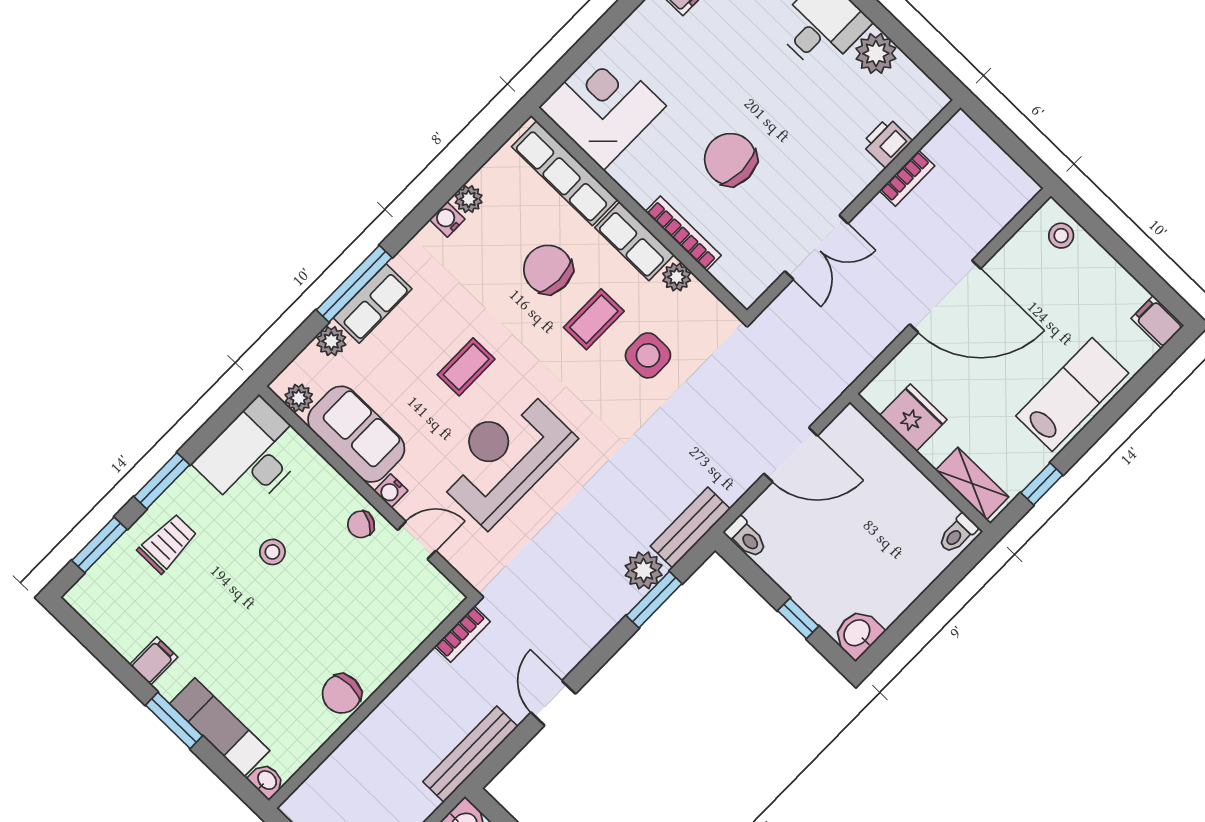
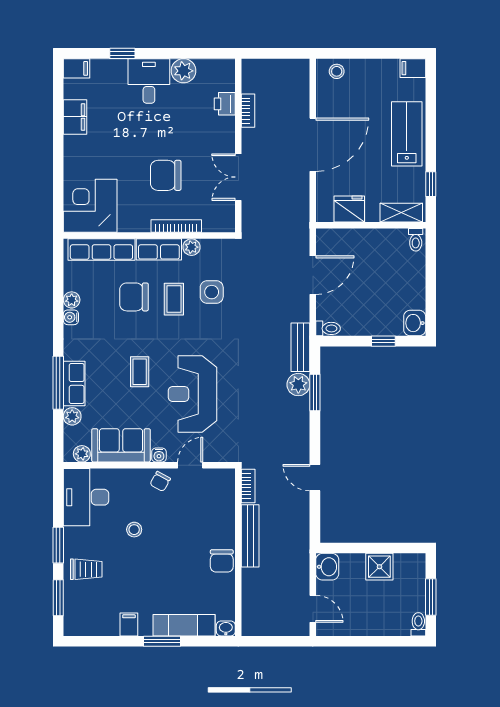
double door: (816, 247) -> (238, 177), swing flipped
trolley: (167, 543) -> (86, 569), turned 90
bench: (470, 754) -> (250, 536), moved

